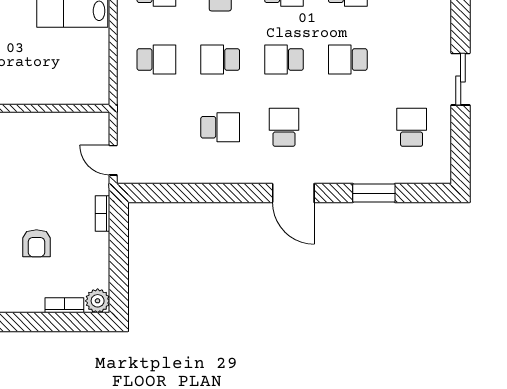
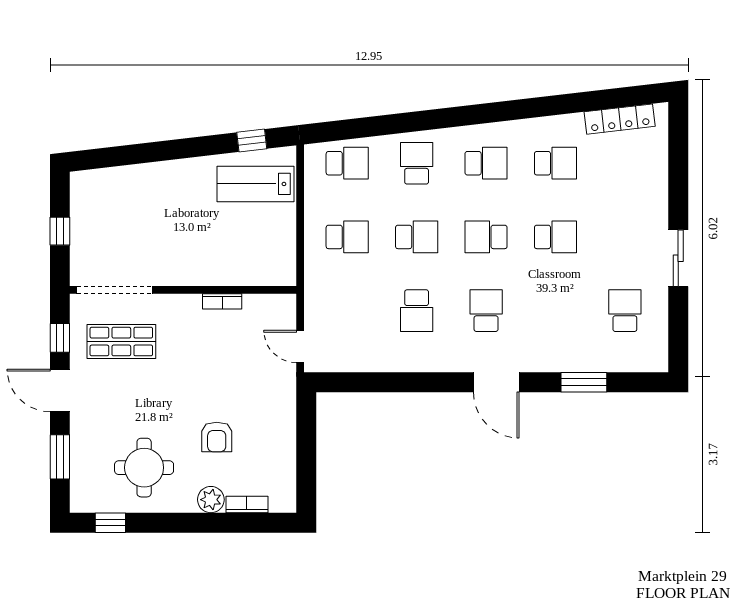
school desk: (220, 60) -> (417, 237), turned 180
school desk: (348, 60) -> (555, 237), turned 180
school desk: (220, 127) -> (417, 311), turned 90
bookcase: (103, 214) -> (222, 301), moved, turned -90
plant: (98, 301) -> (211, 500), moved

